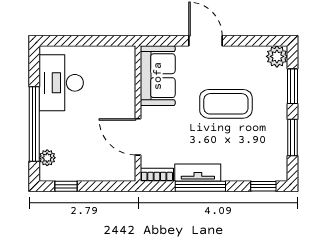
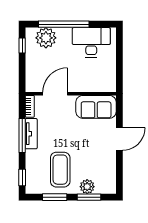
plant: (277, 56) -> (87, 187), moved
coffee table: (226, 104) -> (60, 170), moved
plant: (47, 158) -> (46, 38), width x1.87, depth x1.87

